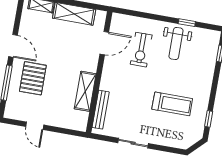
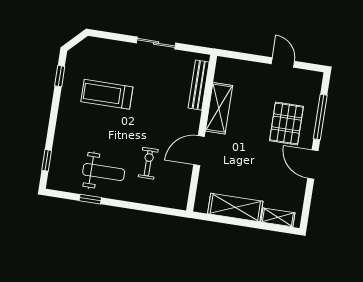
door: (104, 43) -> (199, 151), moved
weight bench: (176, 43) -> (104, 172), turned 90
exercise bike: (141, 50) -> (148, 163), width x0.73, depth x0.72

